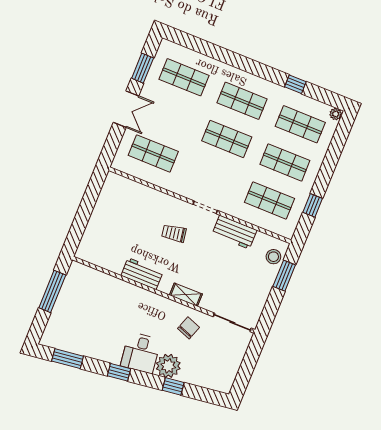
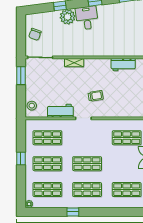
window: (295, 84) -> (73, 212), moved
window: (313, 205) -> (21, 158), moved
workbench: (142, 274) -> (123, 65), moved
window: (284, 276) -> (21, 76), moved
chair: (189, 328) -> (35, 34), moved

